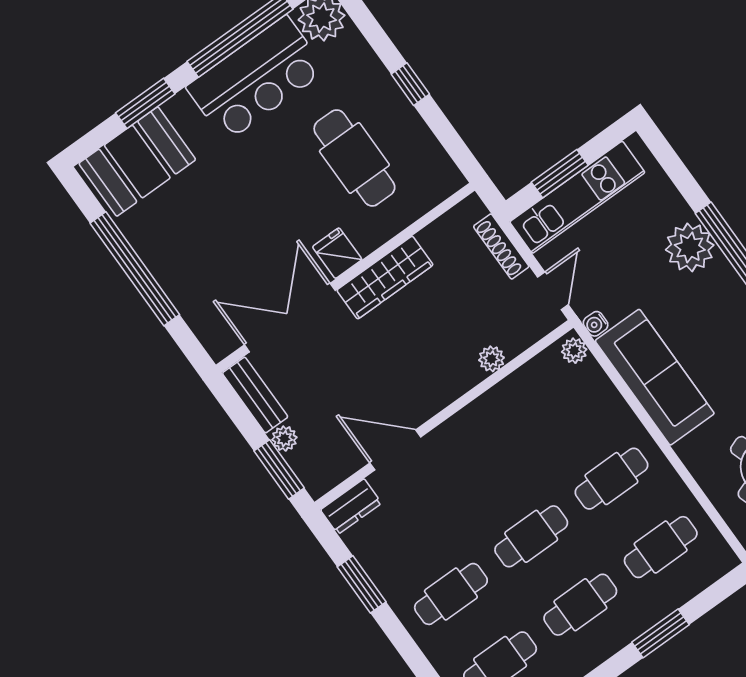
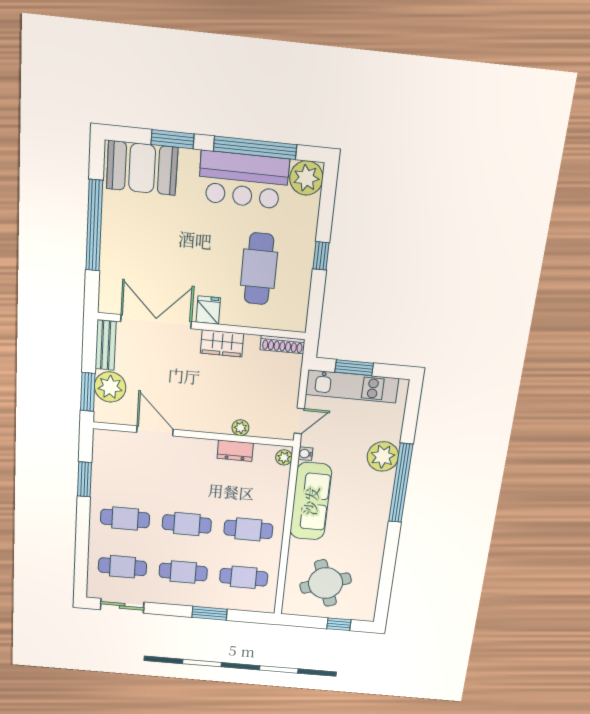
shoe rack: (501, 246) -> (283, 345), moved, turned -90
wardrobe: (385, 278) -> (222, 343), width x0.67
plant: (284, 439) -> (110, 387), width x1.88, depth x1.88
dresser: (351, 506) -> (235, 451), moved

